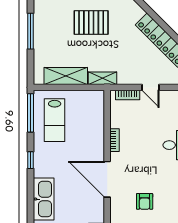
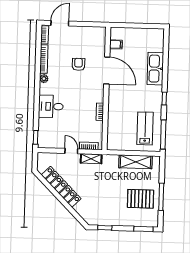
pallet: (91, 22) -> (140, 199), moved
shelving: (102, 78) -> (91, 159), moved
door: (107, 179) -> (107, 70), moved

